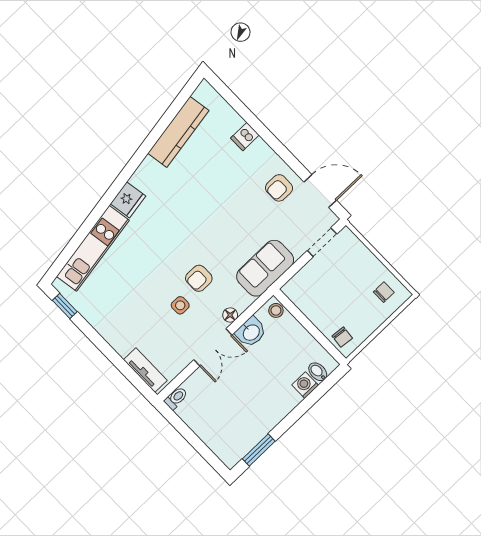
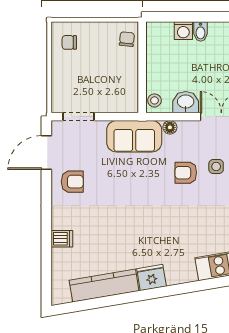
door: (320, 191) -> (46, 153), hinge flipped
fridge: (128, 200) -> (152, 277), moved
armchair: (199, 278) -> (186, 173), turned 180
floor lamp: (230, 315) -> (170, 127), moved
bidet: (318, 372) -> (201, 32), moved

